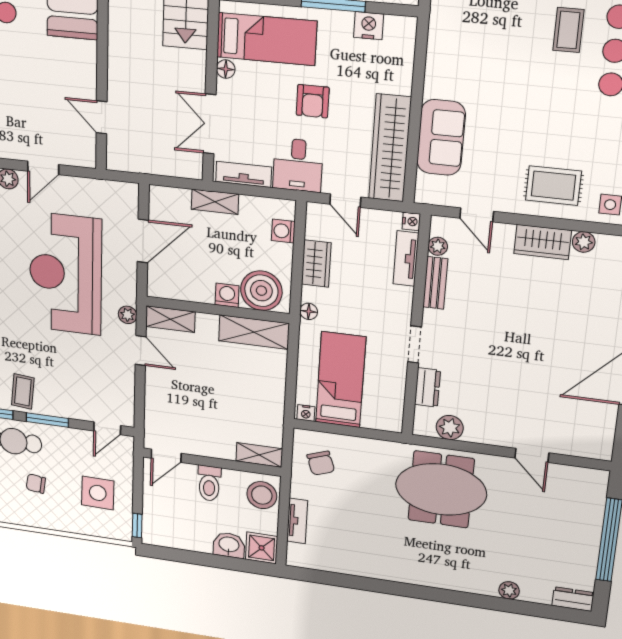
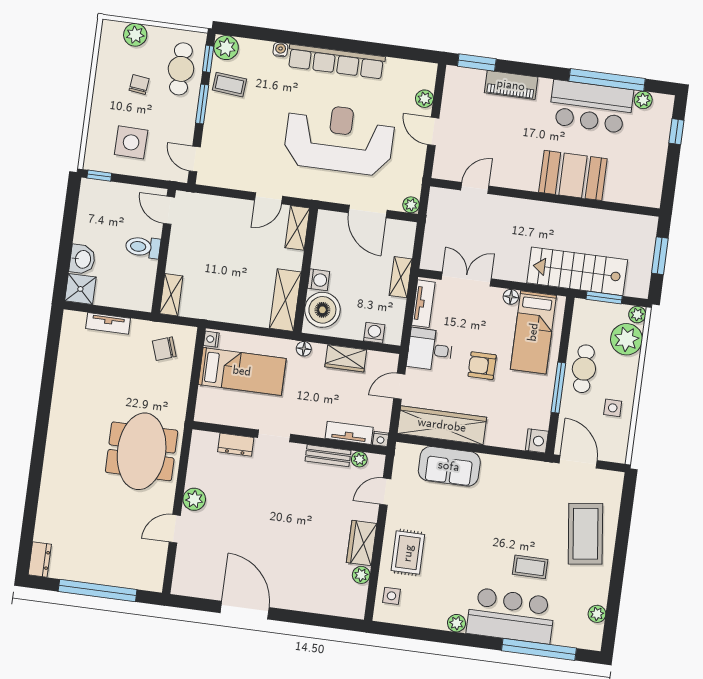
nightstand: (369, 26) -> (537, 441), moved
plant: (128, 315) -> (411, 205), moved
plant: (450, 428) -> (194, 499), moved
stool: (262, 495) -> (132, 294), removed
plant: (509, 590) -> (46, 505), removed

